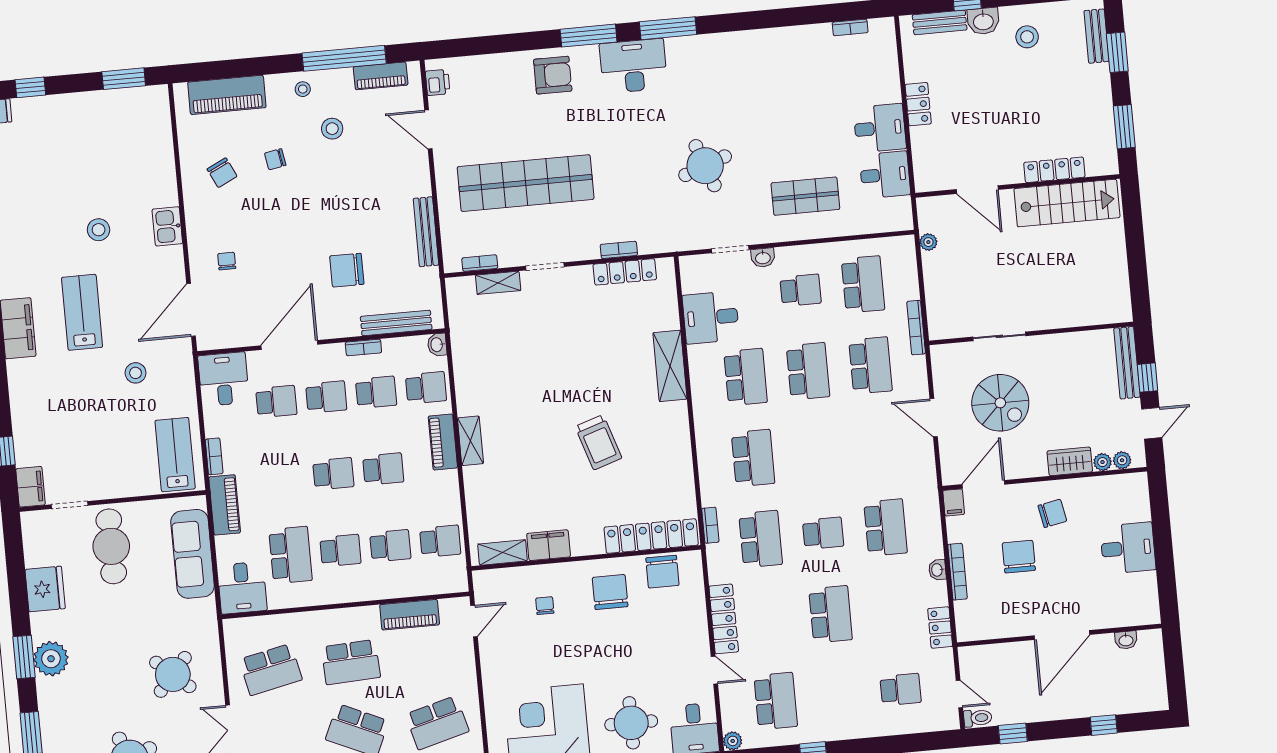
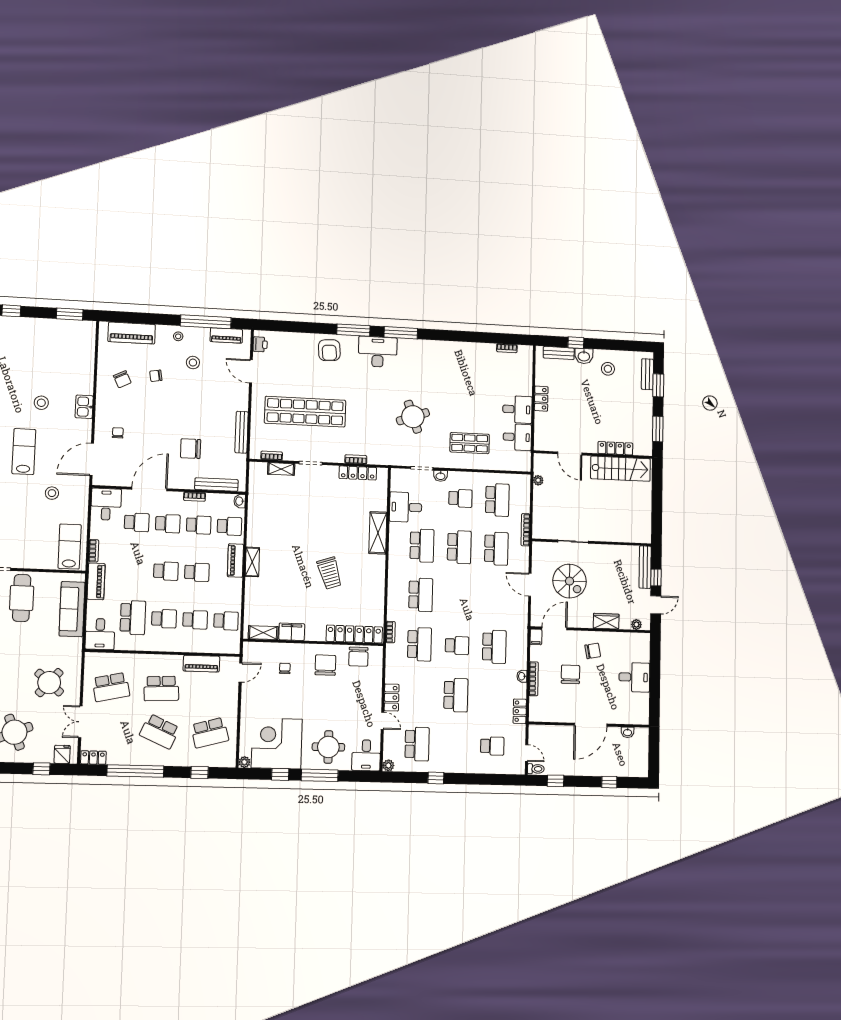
armchair: (553, 75) -> (329, 350), turned 86
plant: (1102, 462) -> (625, 624), removed
locker: (724, 619) -> (392, 698), width x0.66

